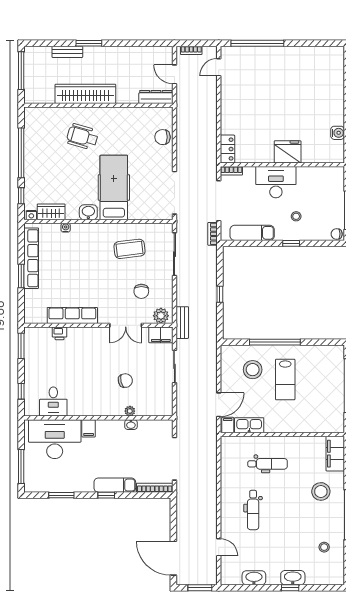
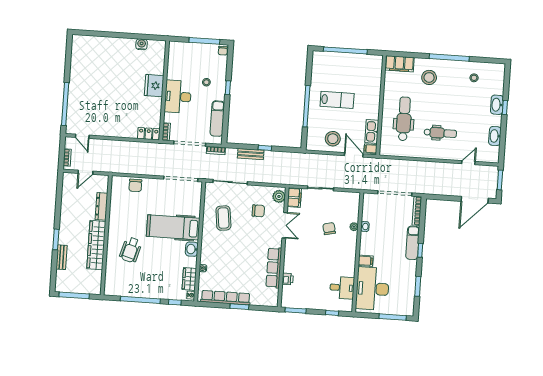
dresser: (156, 97) -> (101, 206), moved
bench: (182, 323) -> (251, 154), moved
stool: (253, 370) -> (333, 139), moved
dental chair: (268, 464) -> (404, 119), width x1.36, depth x1.38

